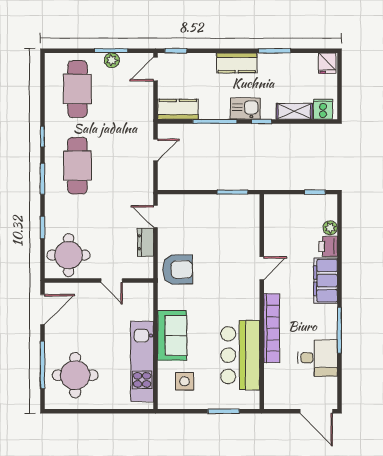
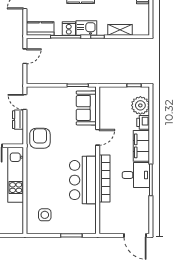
cooker: (323, 109) -> (69, 28), moved
plant: (330, 228) -> (140, 105), width x1.87, depth x1.87
armchair: (178, 270) -> (40, 138), turned -89
sofa: (172, 335) -> (86, 108), moved, turned 180
bar counter: (240, 355) -> (83, 180), moved
desk: (318, 358) -> (136, 175), moved
kitchen unit: (142, 361) -> (16, 175), moved

